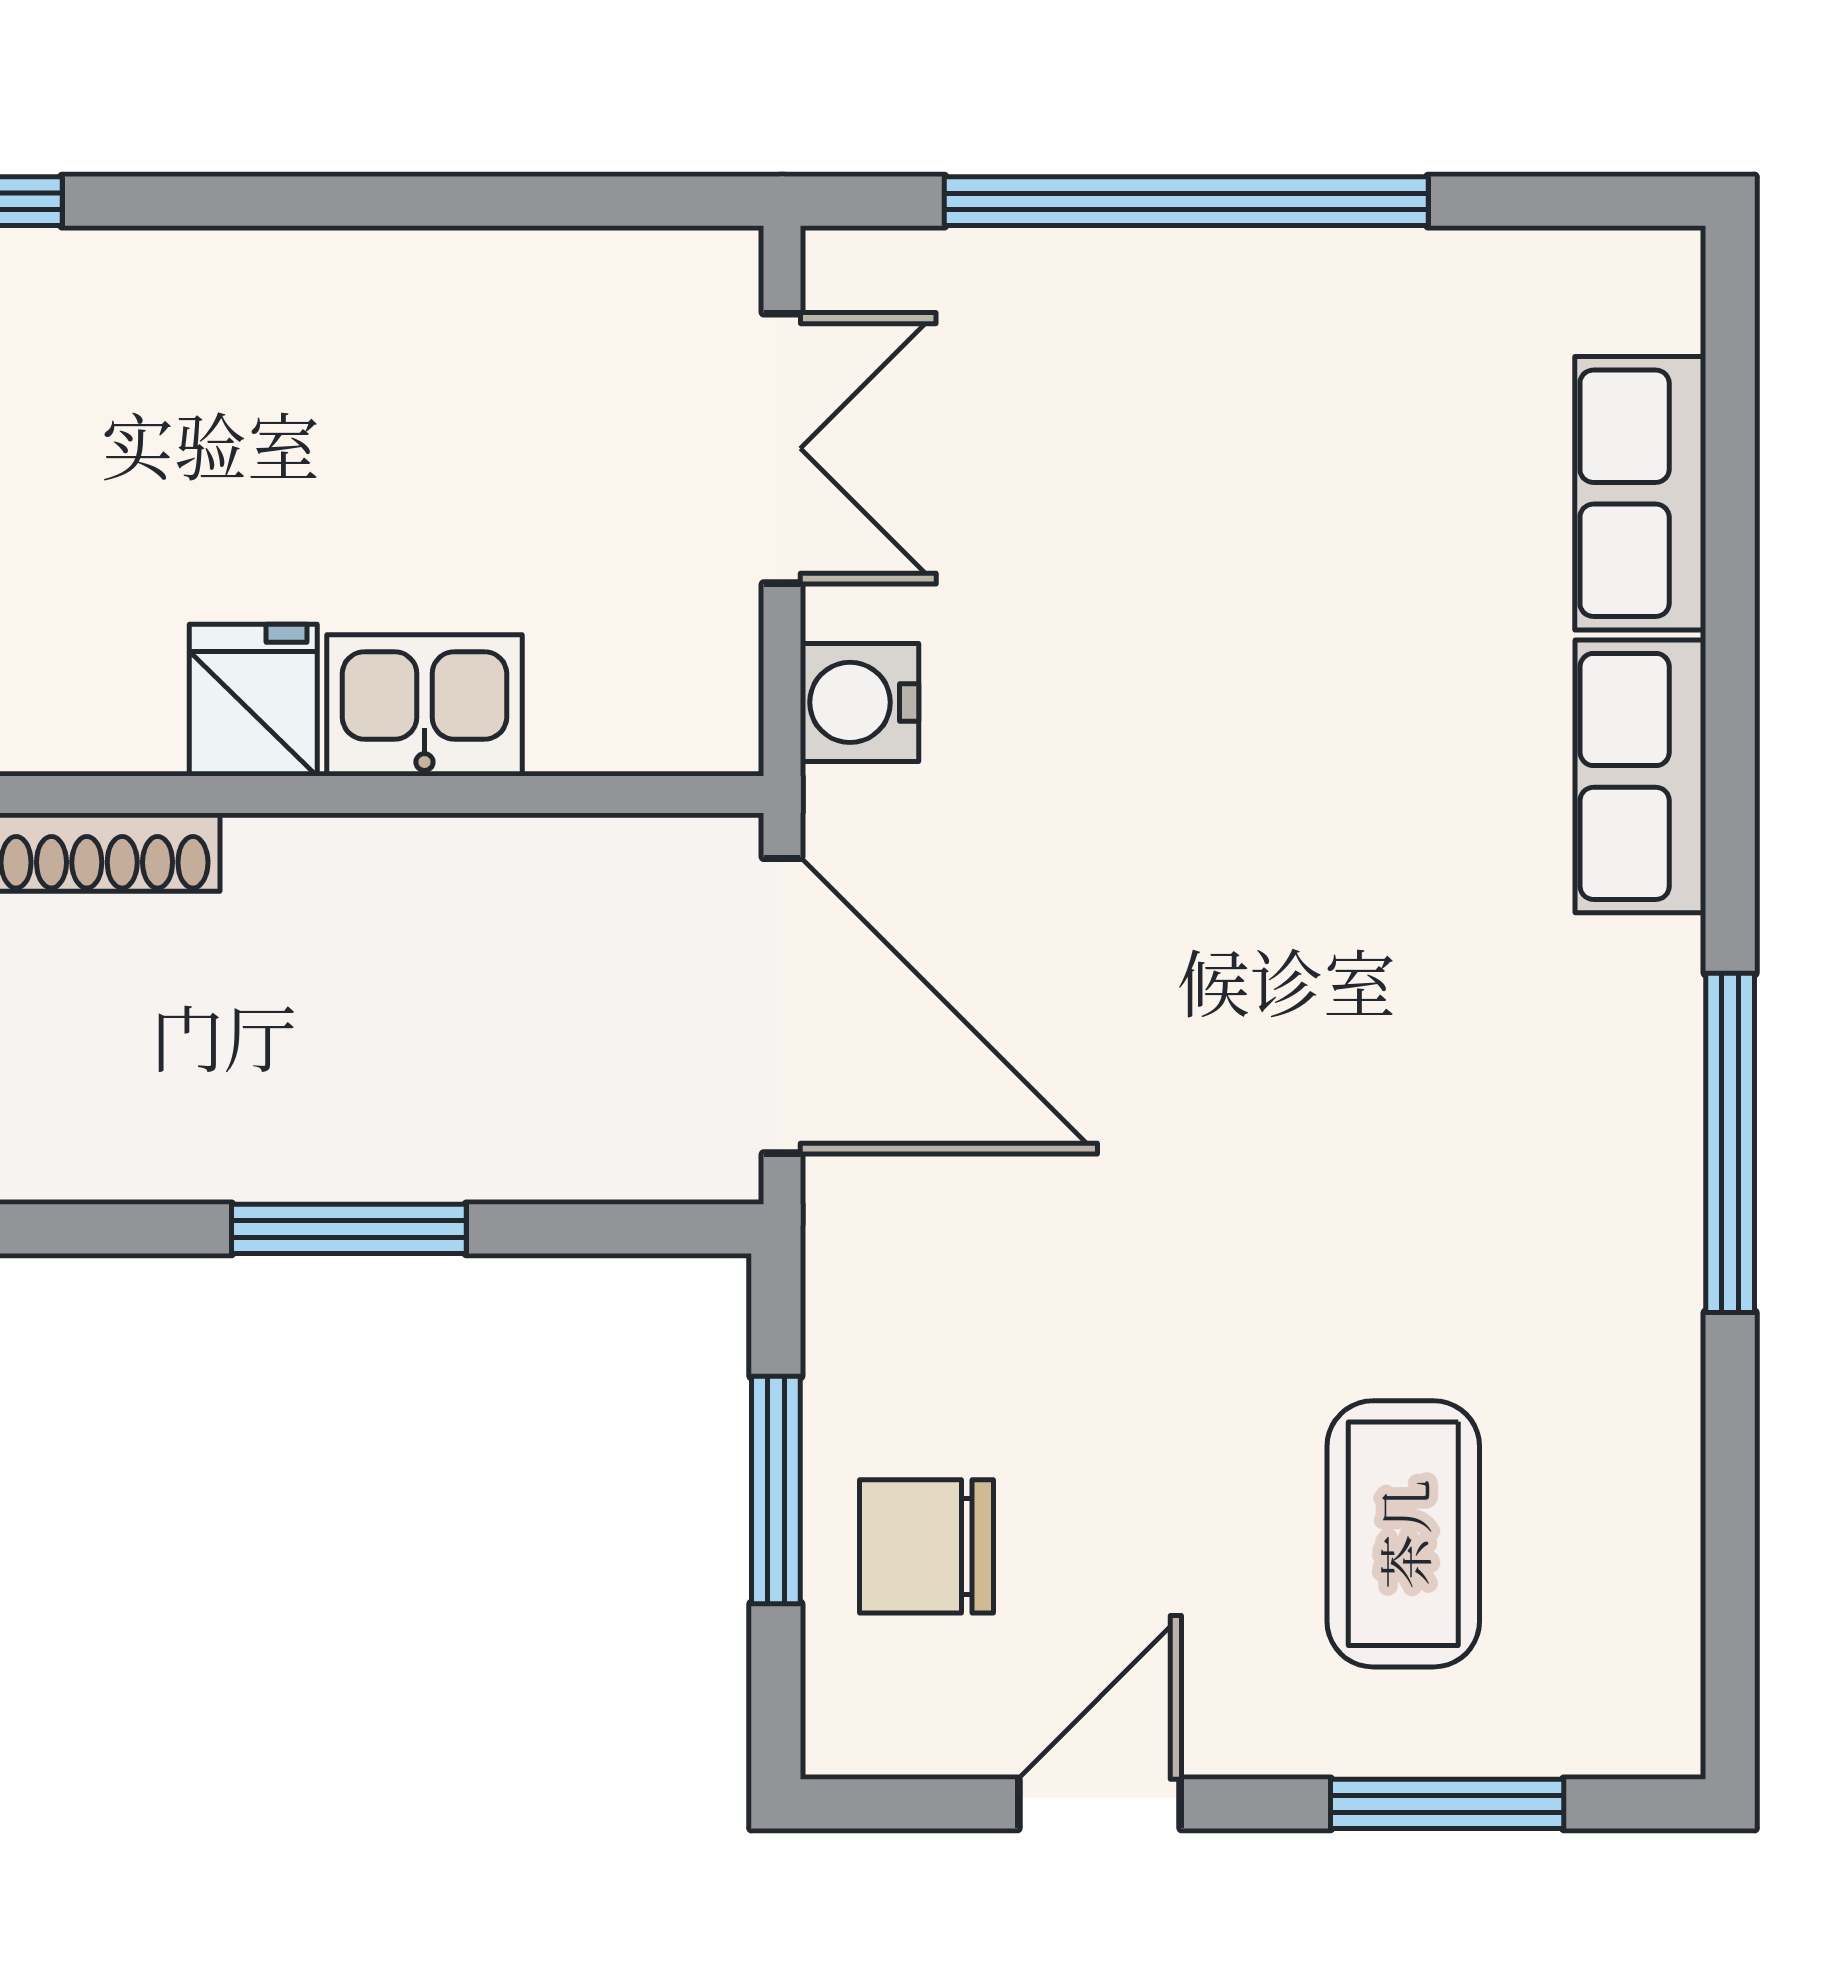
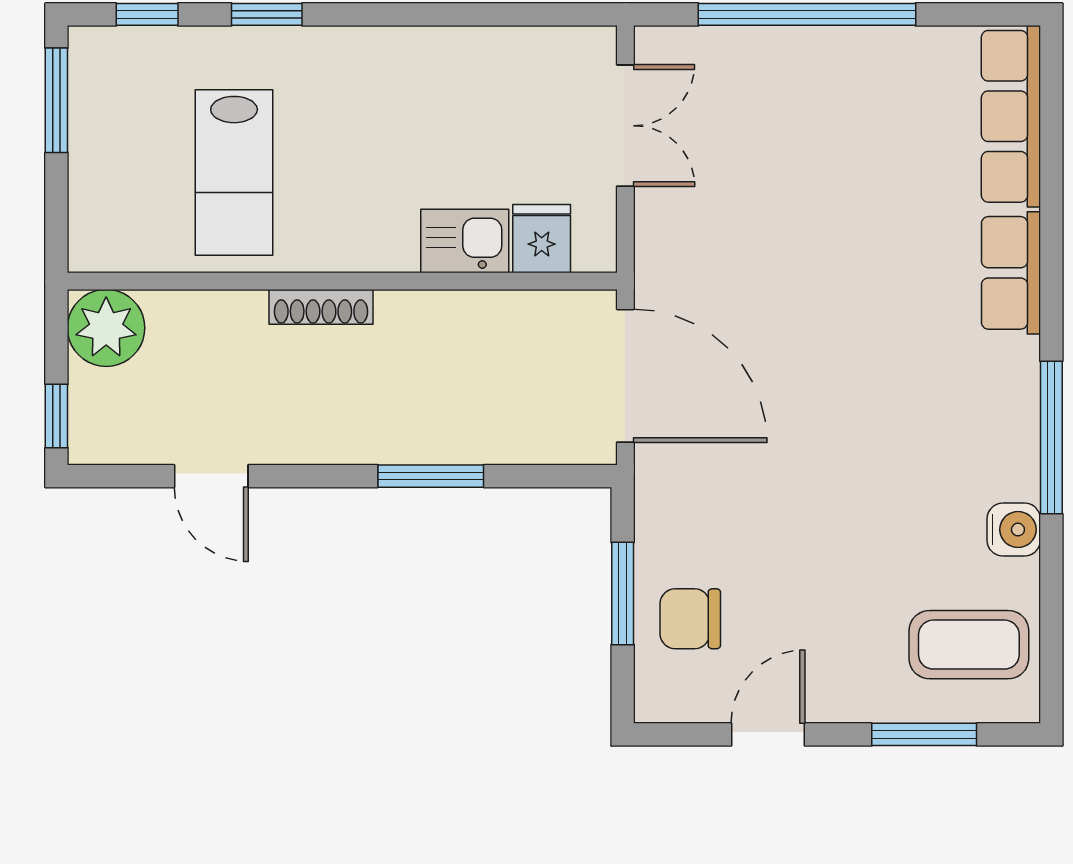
row of seats: (1640, 493) -> (1011, 116), width x1.48
fridge: (253, 700) -> (542, 239), moved
water cooler: (859, 702) -> (1014, 530), moved, turned 180
coffee table: (1403, 1534) -> (969, 645), moved, turned 90

